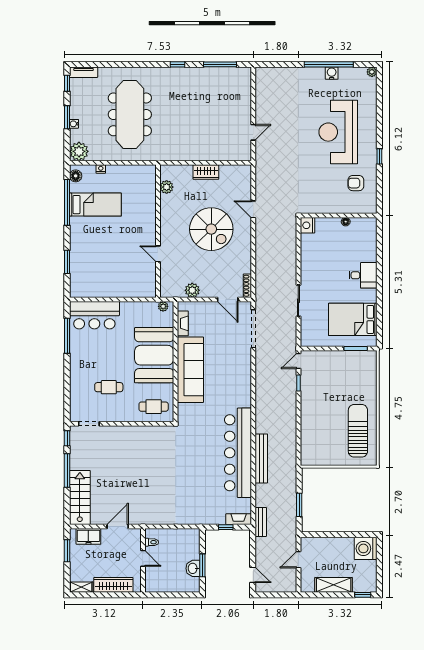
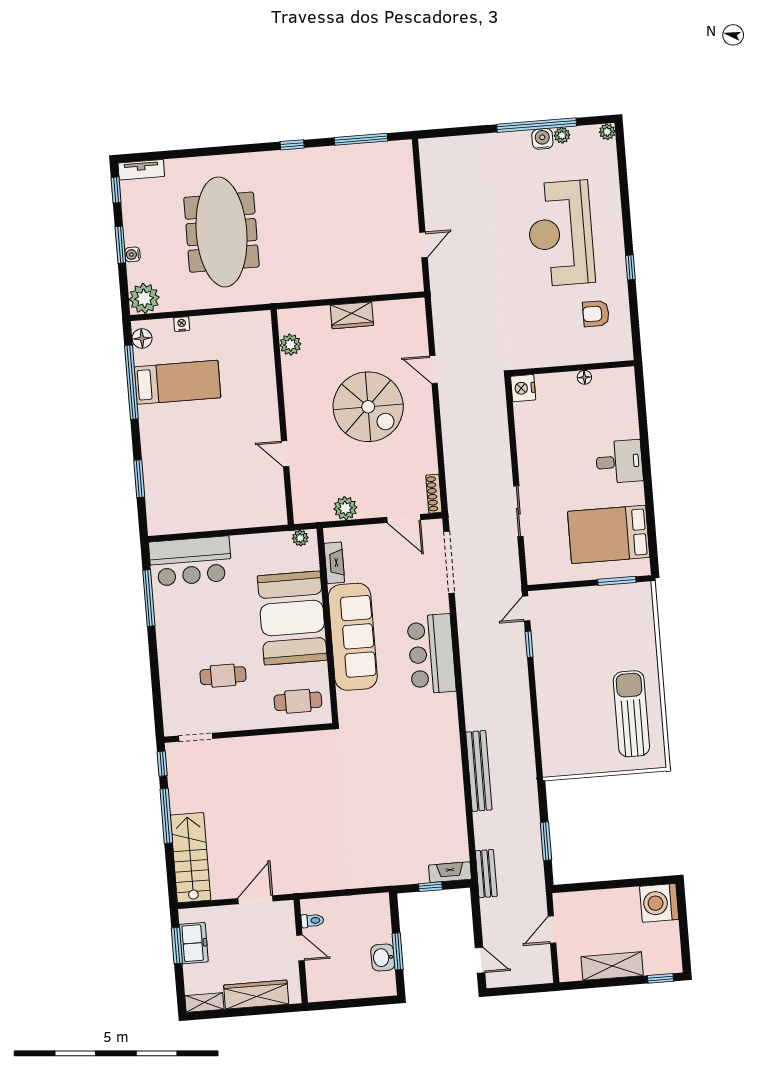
plant: (344, 72) -> (562, 135), added
bar counter: (238, 453) -> (432, 654), moved, width x0.54
freezer: (88, 536) -> (194, 943), moved, turned -90

